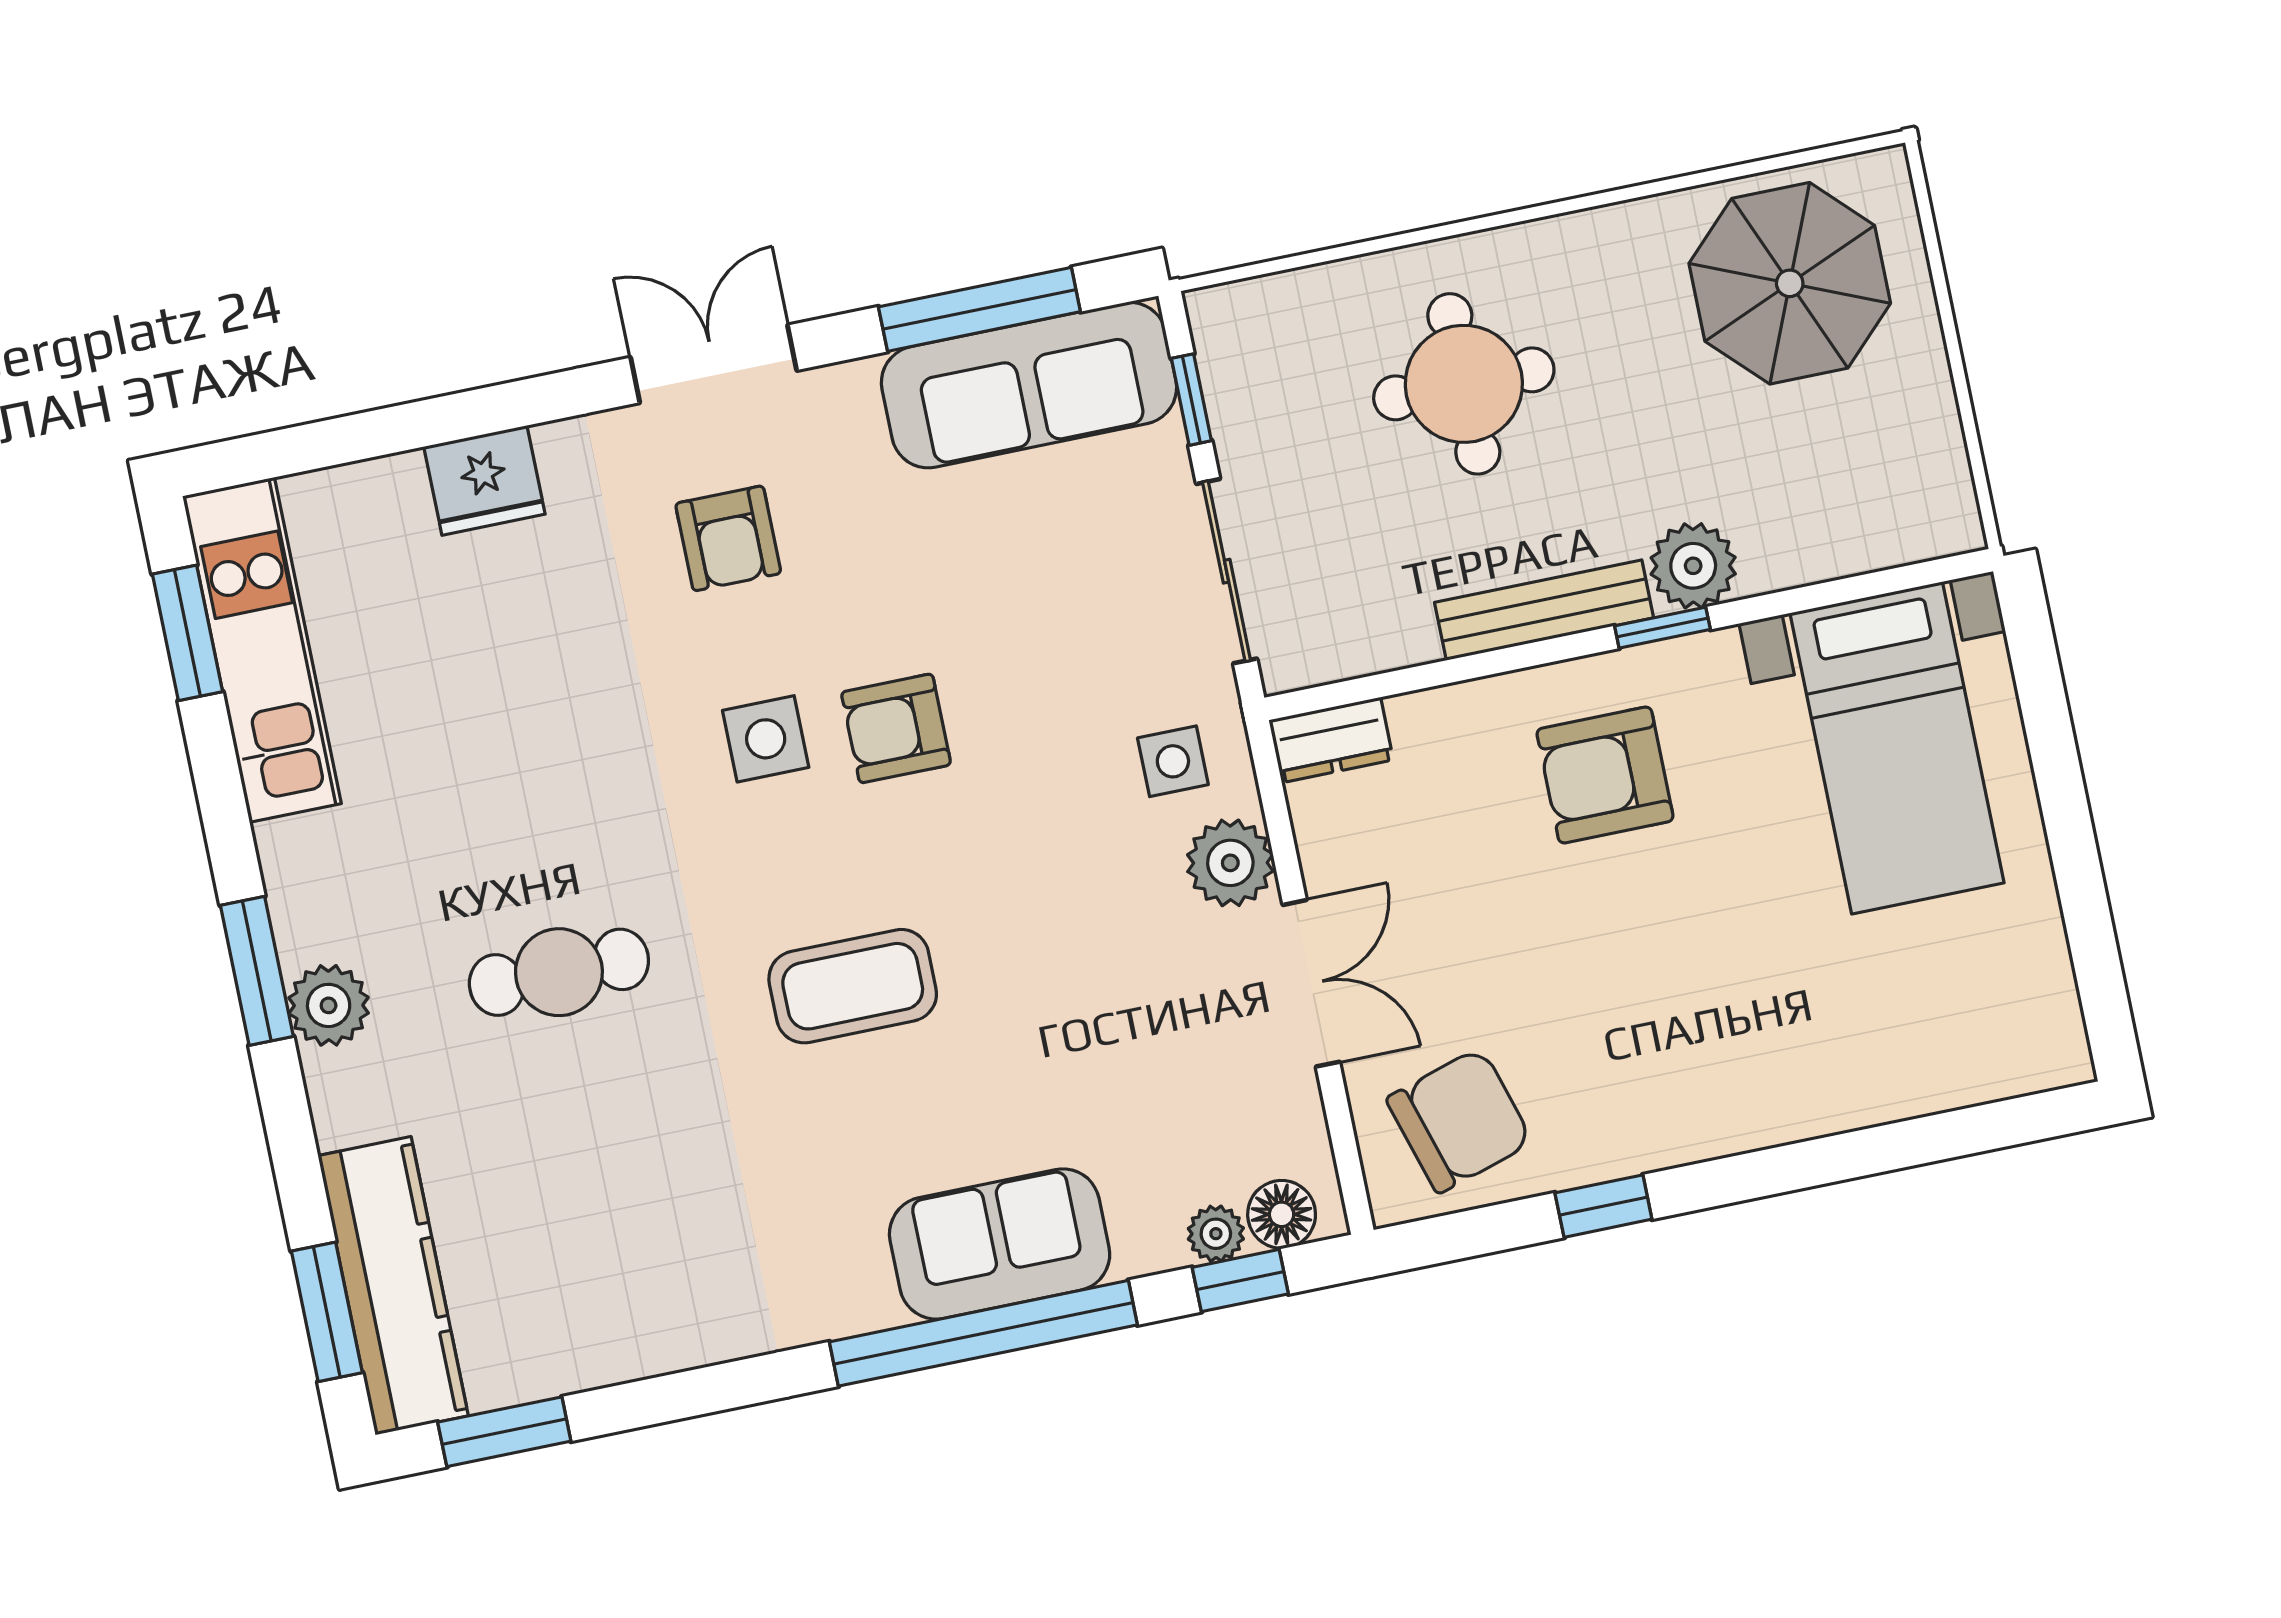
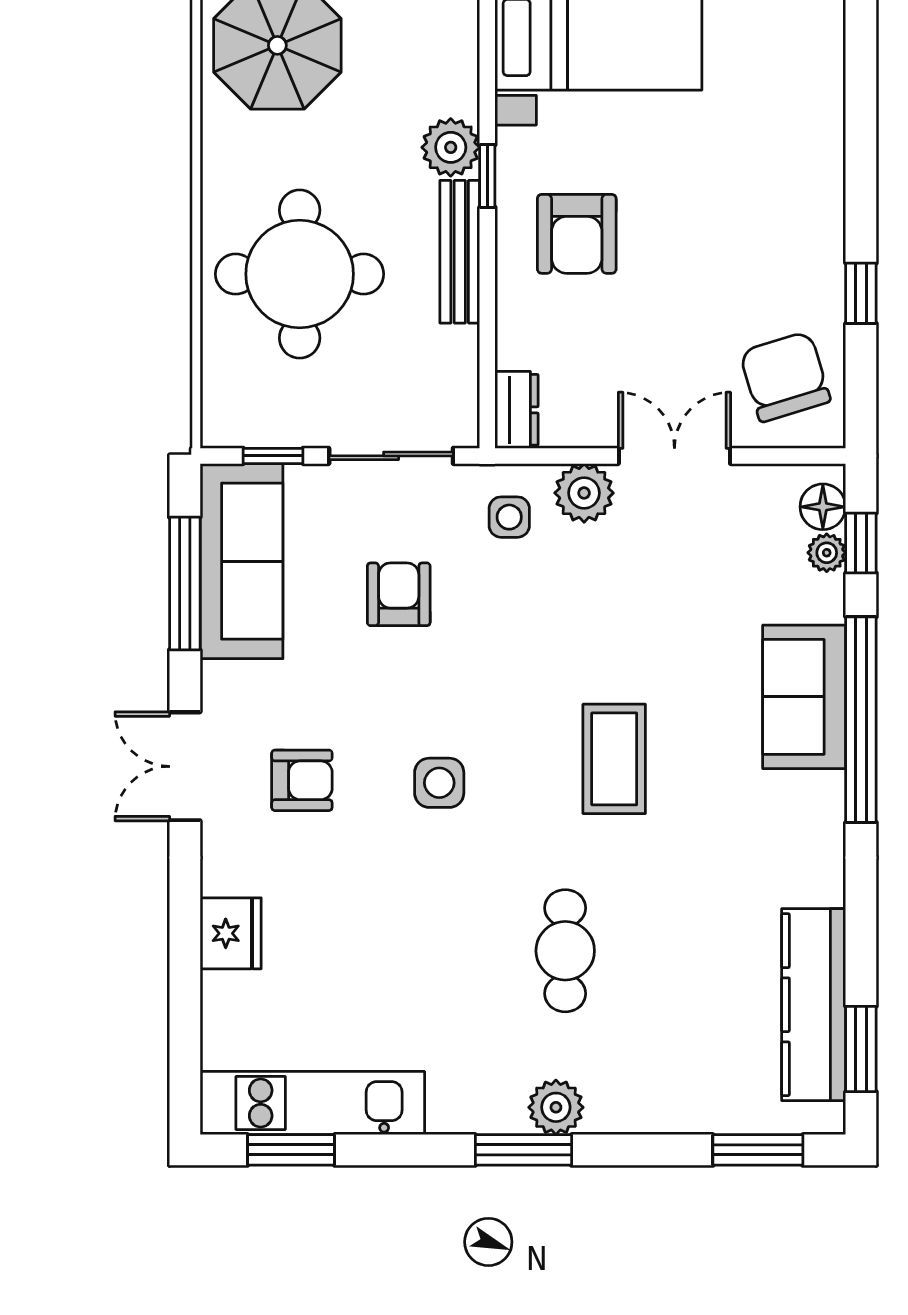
round table: (1464, 384) -> (300, 274), width x1.36, depth x1.36
armchair: (896, 728) -> (399, 594), moved, turned 180
kitchen counter: (393, 1286) -> (814, 1005), moved, turned -90

